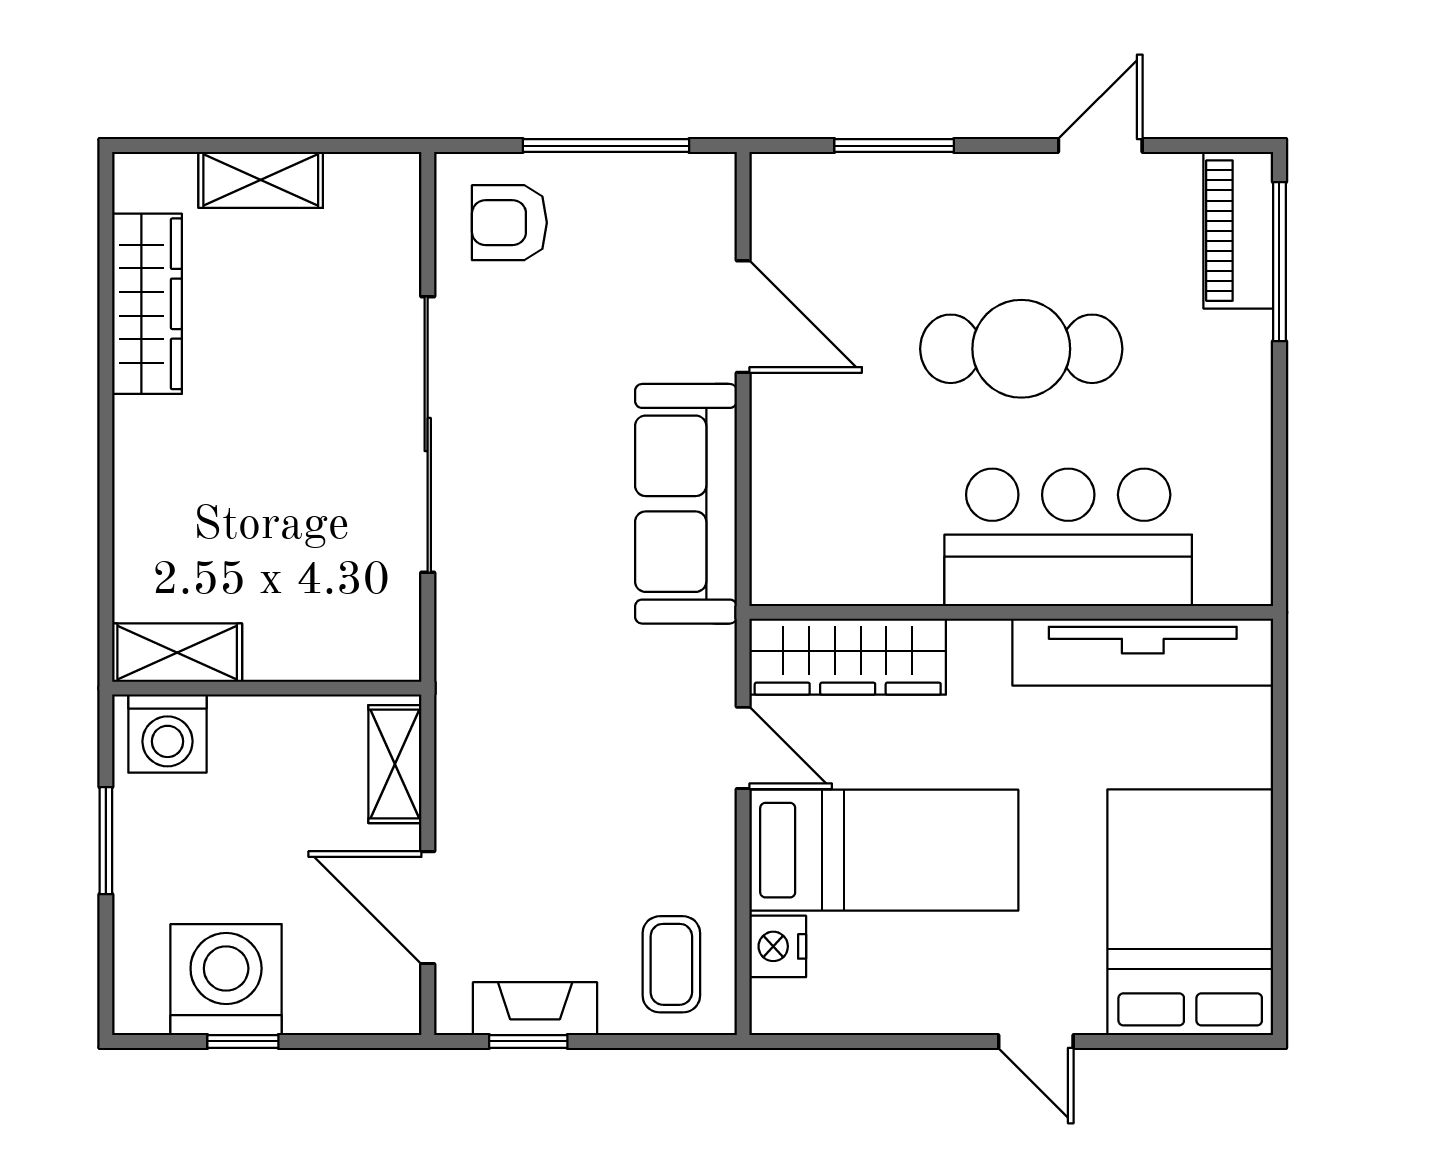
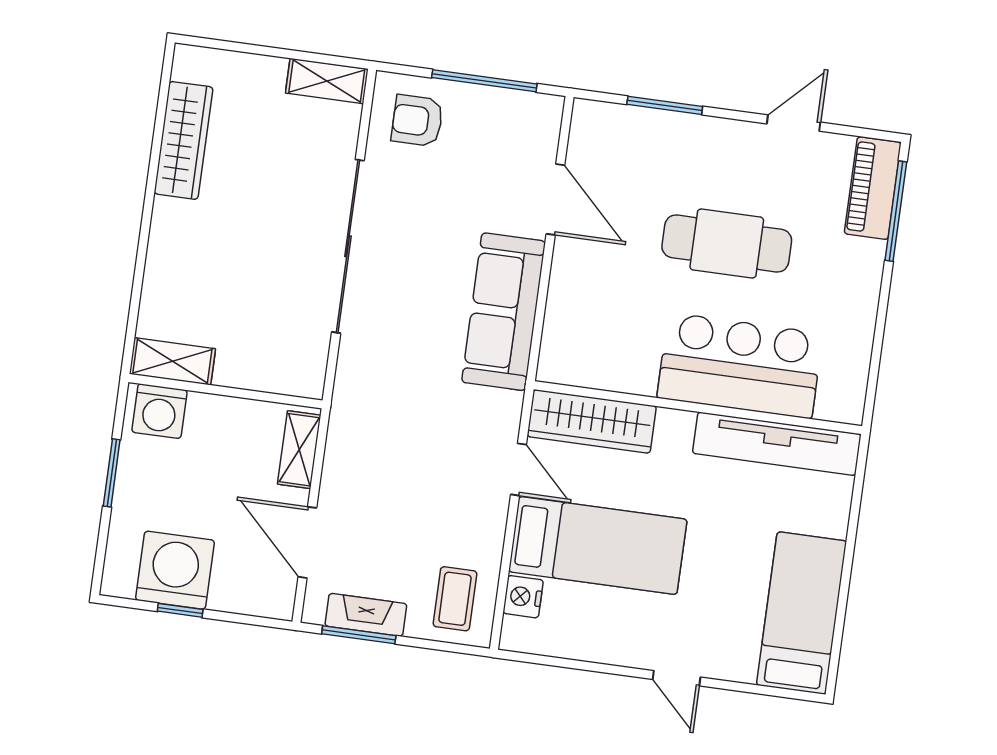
shelving: (261, 180) -> (327, 81), moved
bed: (1190, 912) -> (801, 613), width x0.67
window: (528, 1041) -> (359, 635), width x1.50

